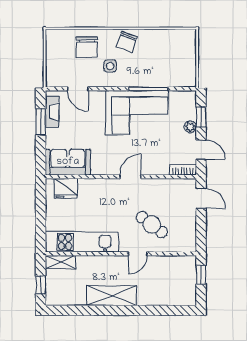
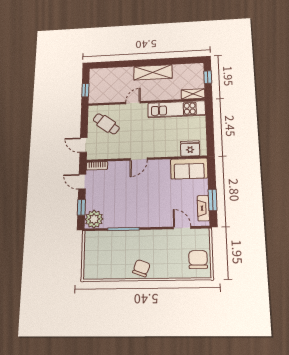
chair: (87, 47) -> (198, 260), moved
side table: (110, 66) -> (155, 247), removed
corner sofa: (137, 112) -> (133, 210), removed
plant: (190, 127) -> (94, 219), moved, width x1.87, depth x1.87
cafe table: (152, 224) -> (106, 124), moved

